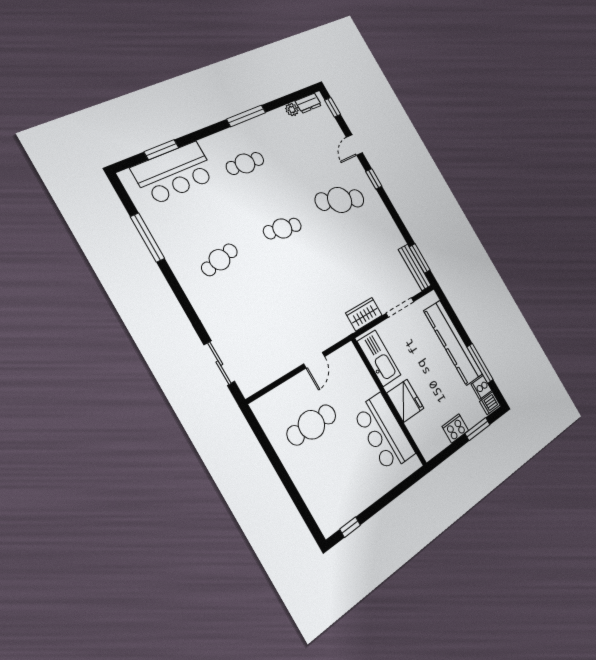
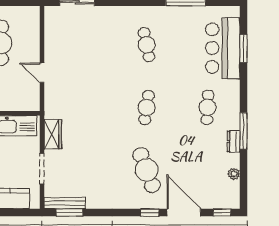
dresser: (308, 103) -> (234, 141), moved
door: (354, 145) -> (184, 213), width x1.87
cafe table: (340, 200) -> (147, 170), turned -39

